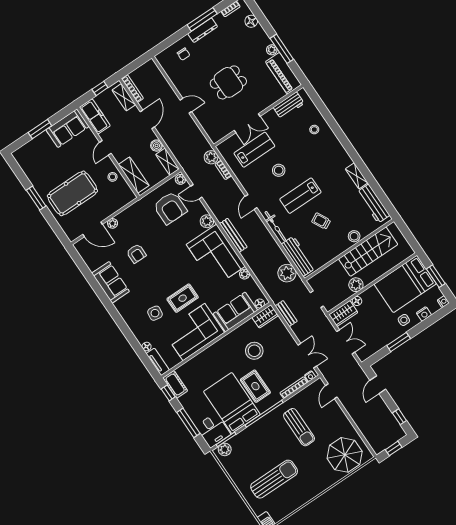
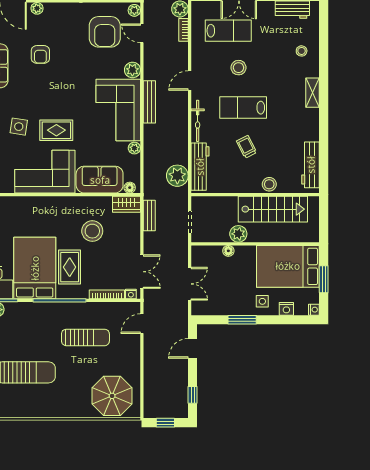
shelving: (357, 176) -> (313, 93), moved
wardrobe: (343, 314) -> (206, 254), removed
sun lounger: (299, 427) -> (85, 337), turned -90

